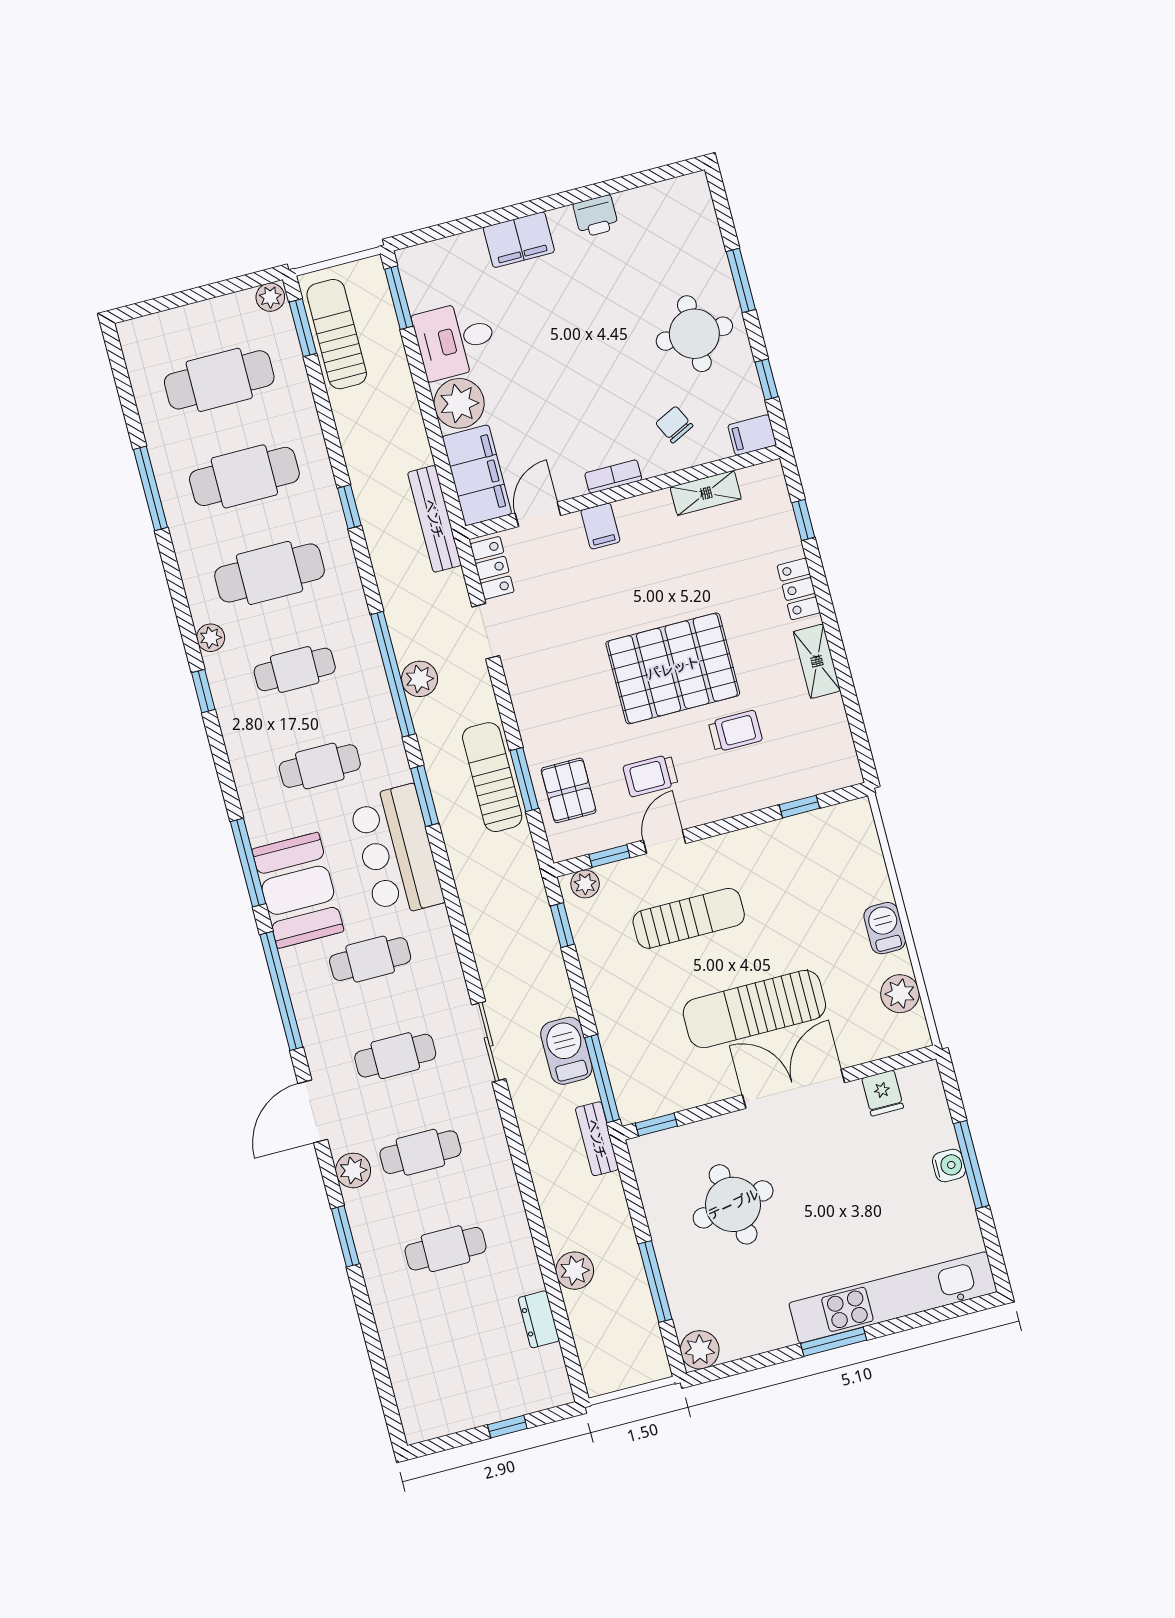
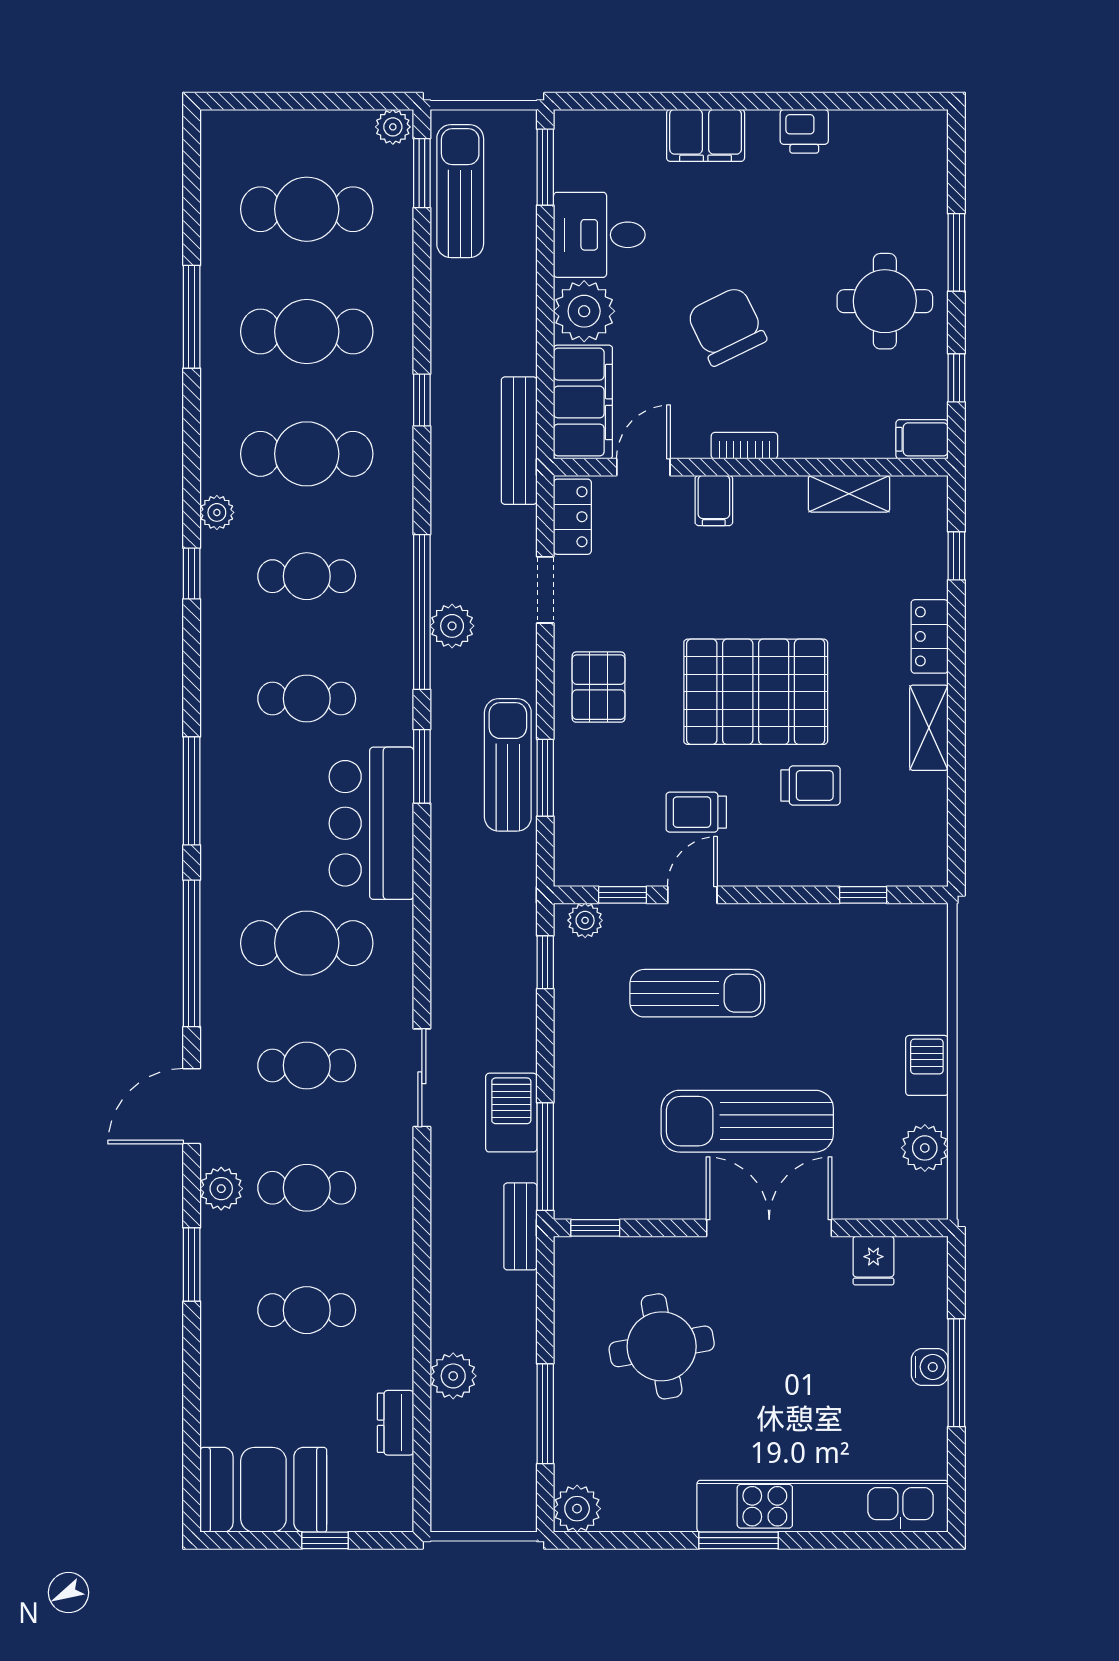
chair: (674, 425) -> (727, 326), moved, width x1.87, depth x1.87
pallet: (569, 790) -> (599, 687), moved
booth: (298, 890) -> (263, 1490), moved, turned 90
cafe table: (370, 959) -> (307, 943), width x1.37, depth x1.35

